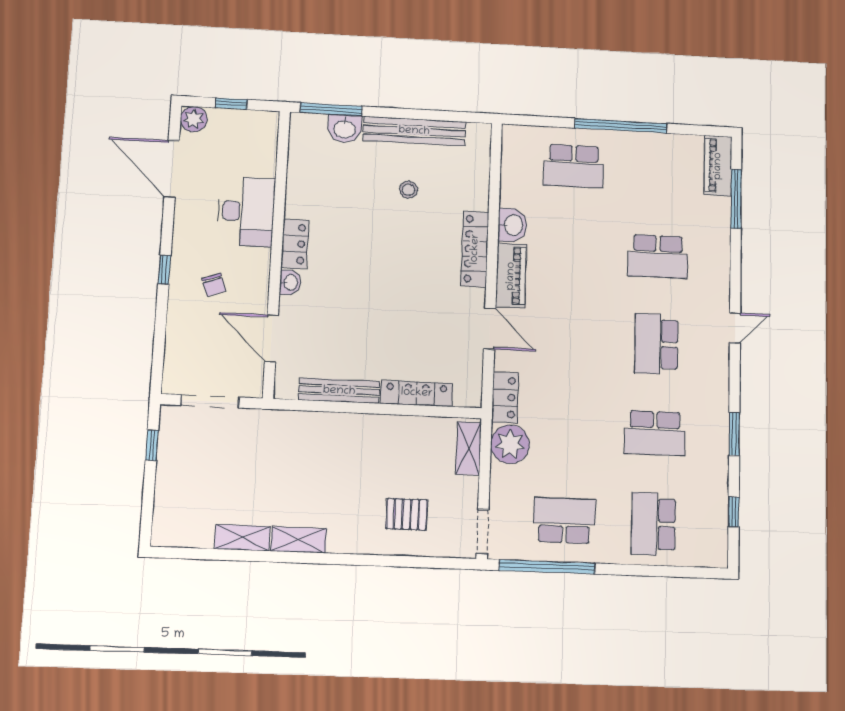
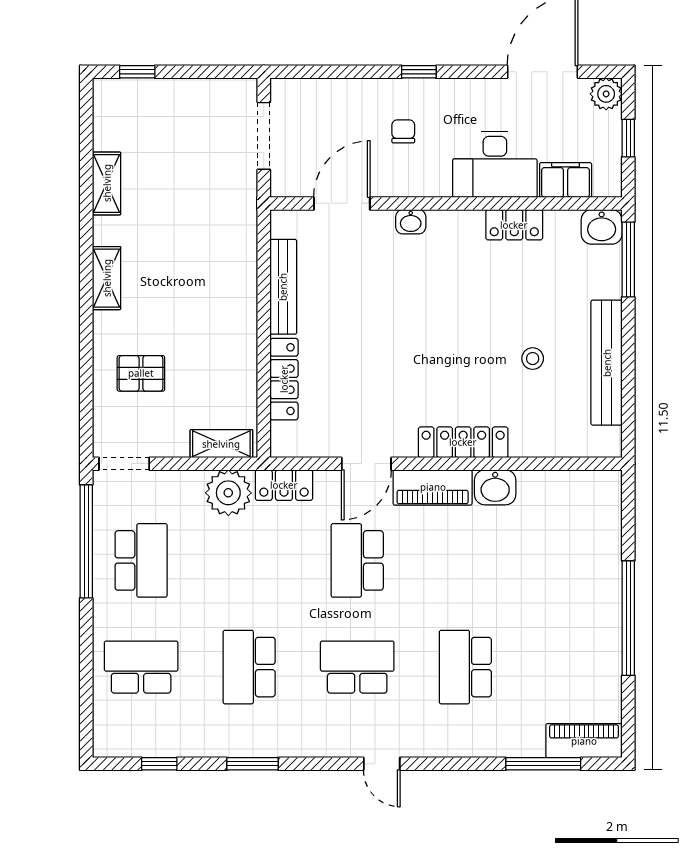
washbasin: (345, 129) -> (602, 227), moved, turned -90
filing cabinet: (263, 155) -> (566, 180), added
school desk: (574, 166) -> (357, 560), moved
locker: (295, 244) -> (514, 225), moved
chair: (214, 285) -> (403, 131), turned 110
window: (152, 445) -> (137, 72), moved
pallet: (407, 514) -> (141, 373), turned 90
shelving: (299, 540) -> (107, 278), moved

